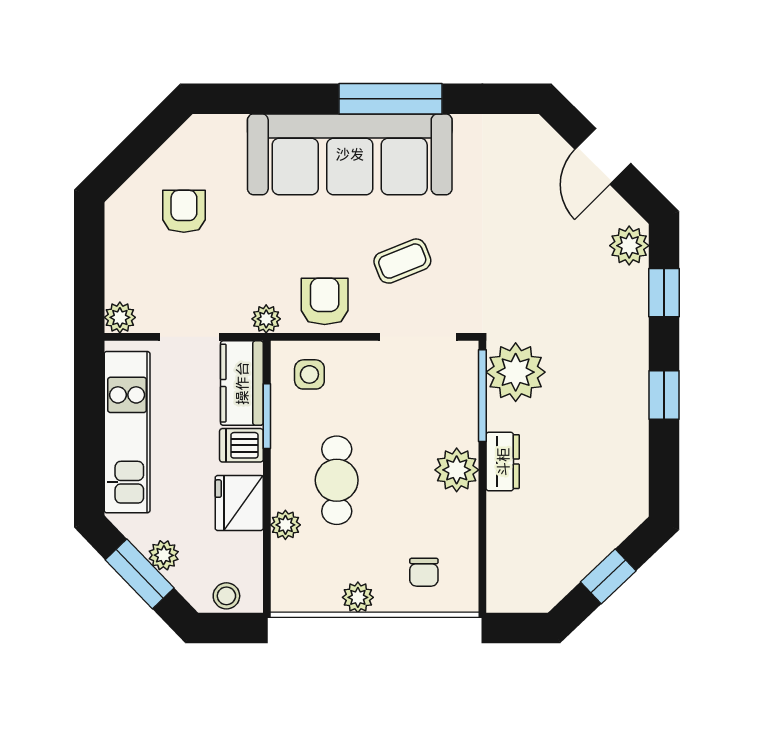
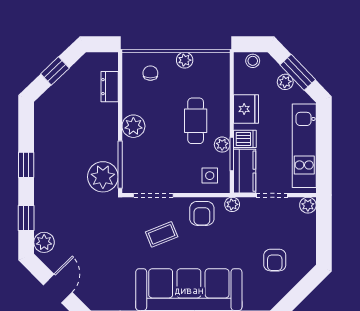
dresser: (503, 462) -> (110, 87), moved
plant: (285, 525) -> (222, 145), moved

